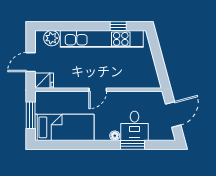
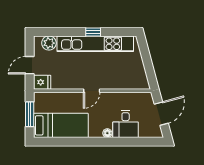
window: (118, 26) -> (93, 32), moved
window: (133, 145) -> (124, 142), removed

